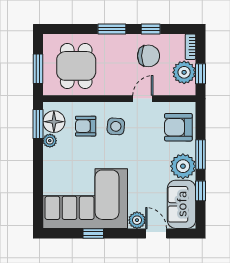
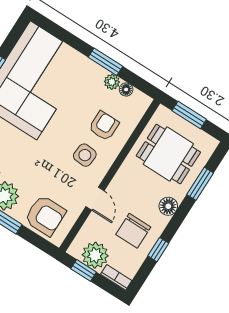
window: (112, 29) -> (200, 184), moved
floor lamp: (114, 42) -> (168, 206), added
floor lamp: (54, 122) -> (126, 89), width x0.53, depth x0.53
window: (38, 124) -> (105, 62), moved
armchair: (178, 127) -> (45, 216), turned 90

